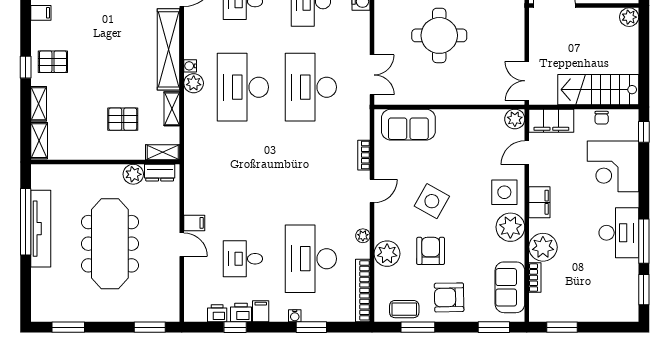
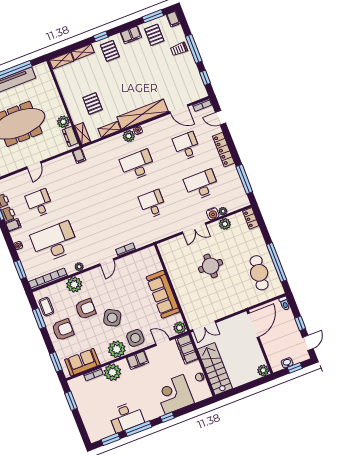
filing cabinet: (41, 13) -> (131, 35), width x2.00
round table: (439, 35) -> (211, 266), width x0.73, depth x0.73
double door: (372, 75) -> (194, 228), moved
double door: (527, 81) -> (204, 326), swing flipped
desk: (243, 87) -> (137, 165), width x0.73, depth x0.77
desk: (311, 87) -> (153, 204), width x0.53, depth x0.77
sofa: (408, 125) -> (163, 294), moved, width x1.36
window: (644, 132) -> (167, 417), moved
door: (372, 191) -> (107, 262), hinge flipped
side table: (432, 201) -> (112, 318), moved
filing cabinet: (194, 223) -> (79, 156), moved
desk: (619, 233) -> (126, 417), moved
armchair: (449, 297) -> (63, 330), turned 91
window: (311, 327) -> (20, 270), moved

